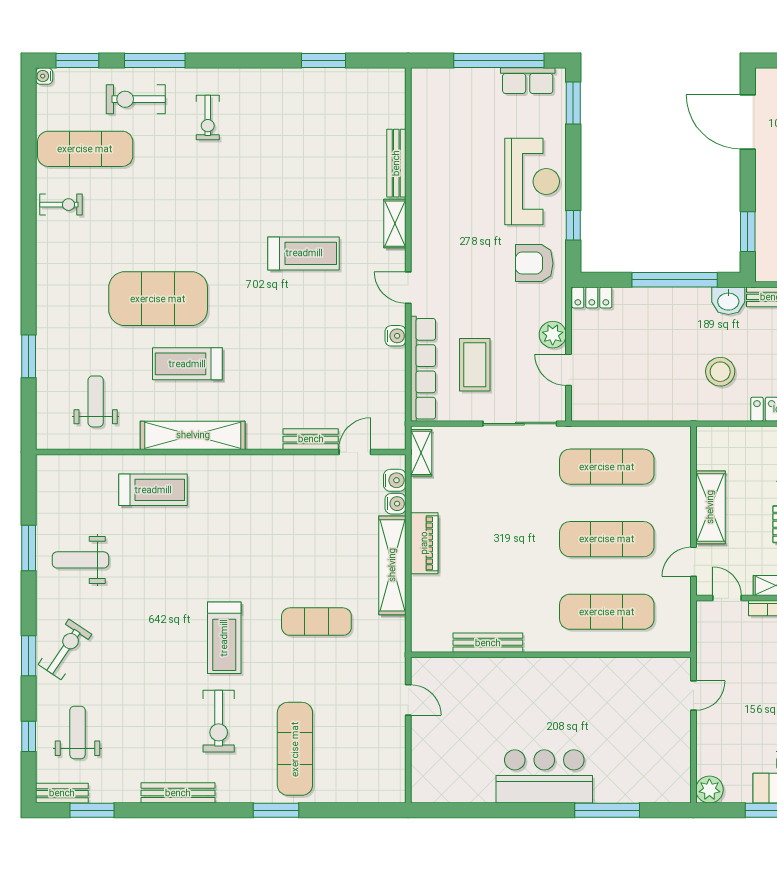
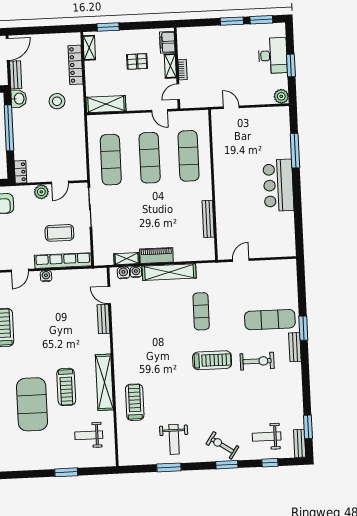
shelving: (421, 453) -> (127, 259), moved
shelving: (710, 507) -> (106, 104), moved
bench: (178, 793) -> (295, 347), moved, width x0.73

